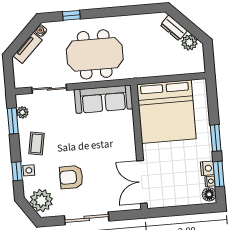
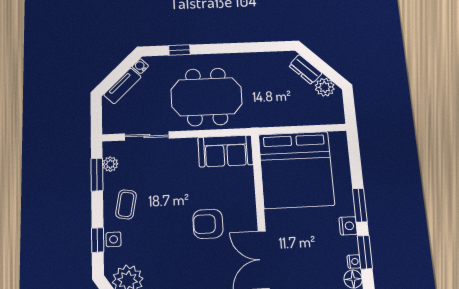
sofa: (104, 99) -> (226, 151), width x0.73
nightstand: (207, 168) -> (348, 226), moved
armchair: (71, 177) -> (208, 224), moved

